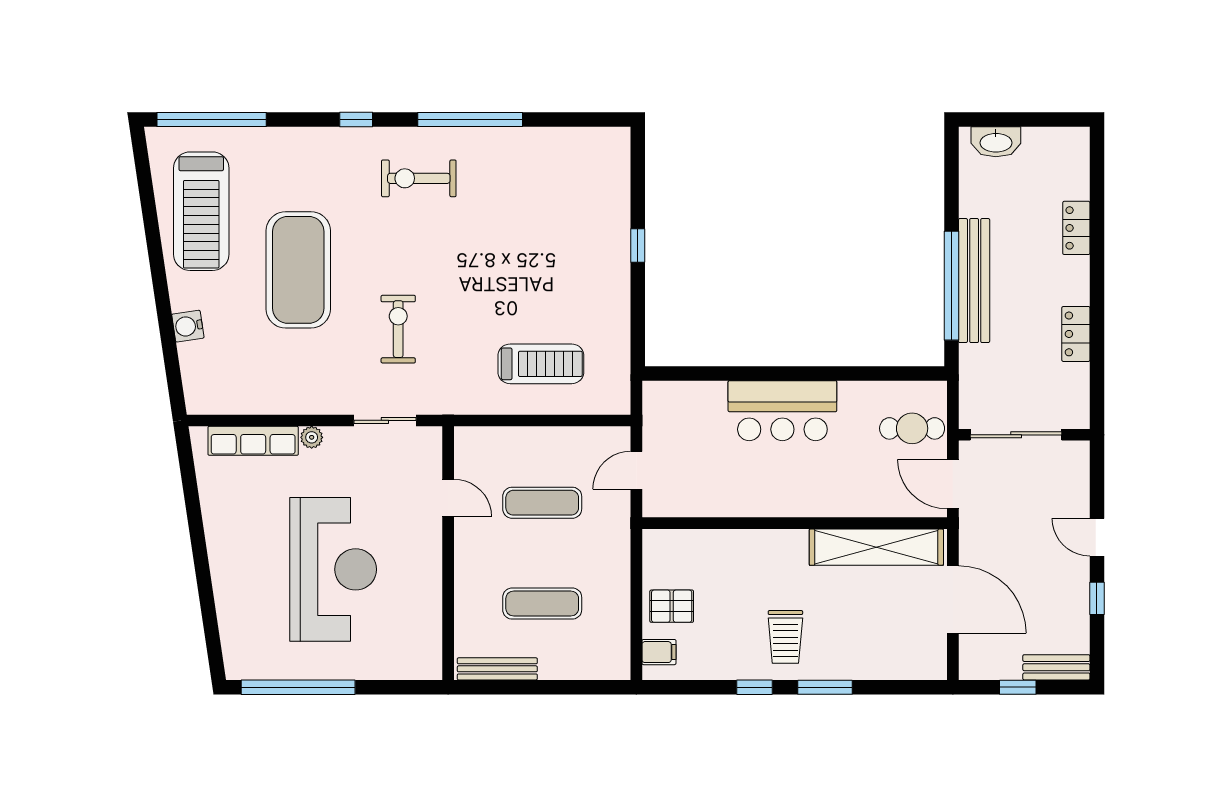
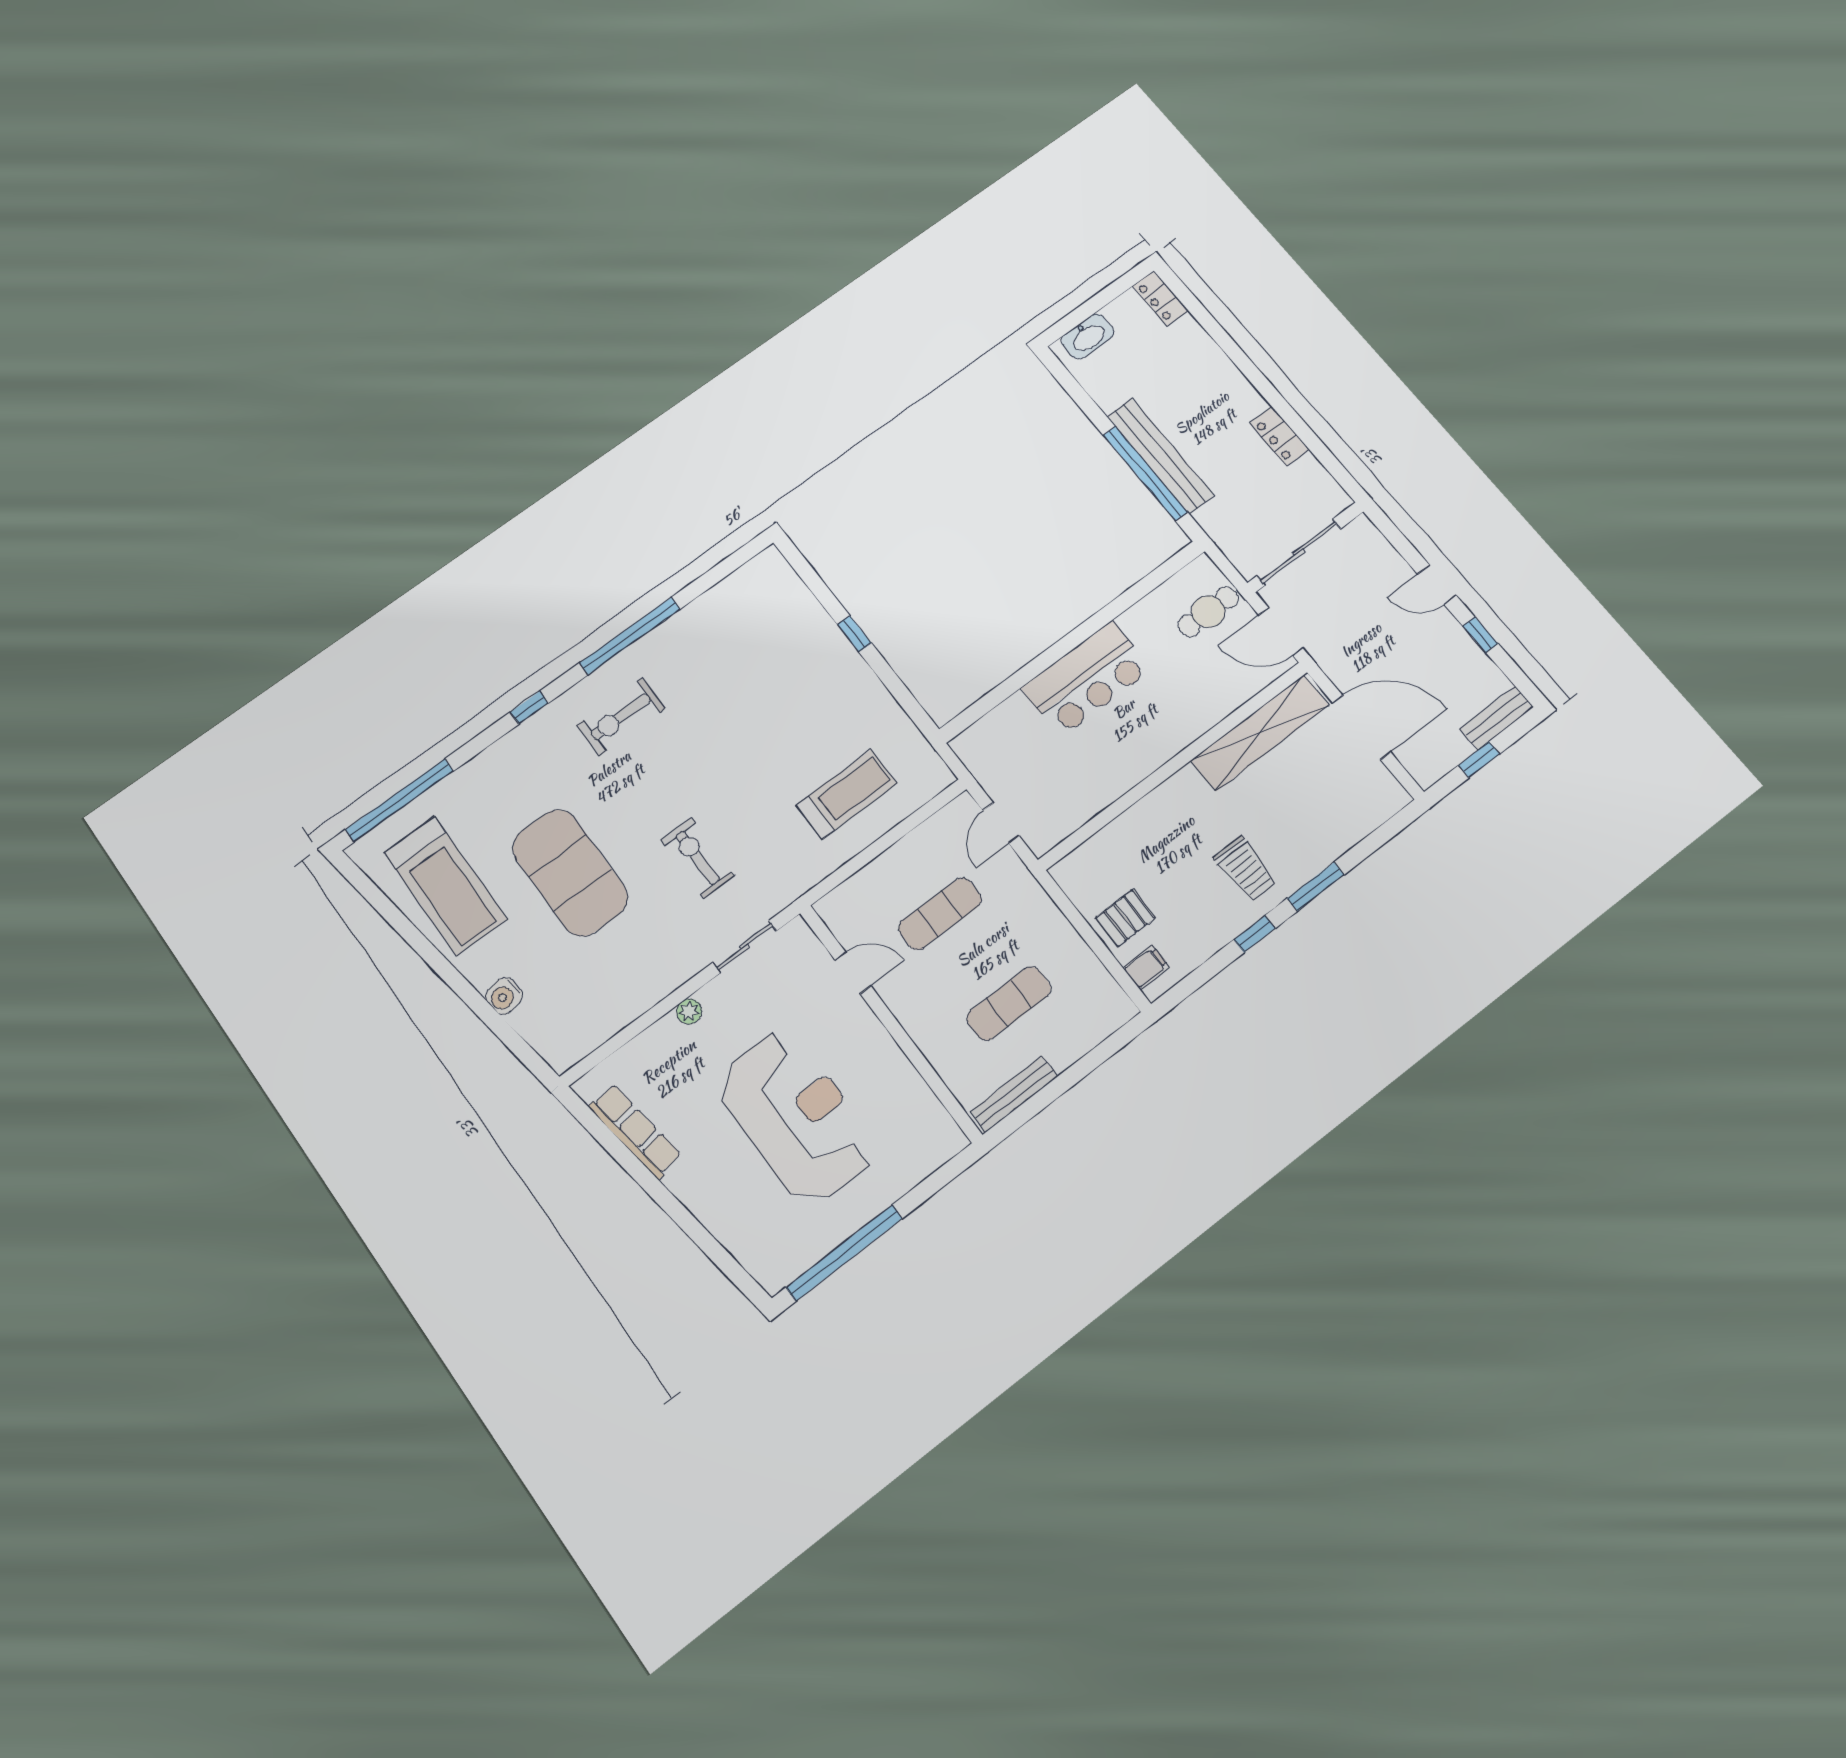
locker: (1076, 228) -> (1160, 298), moved
row of seats: (253, 441) -> (635, 1131), moved, turned -98

